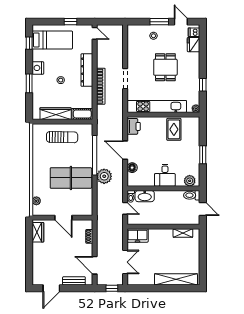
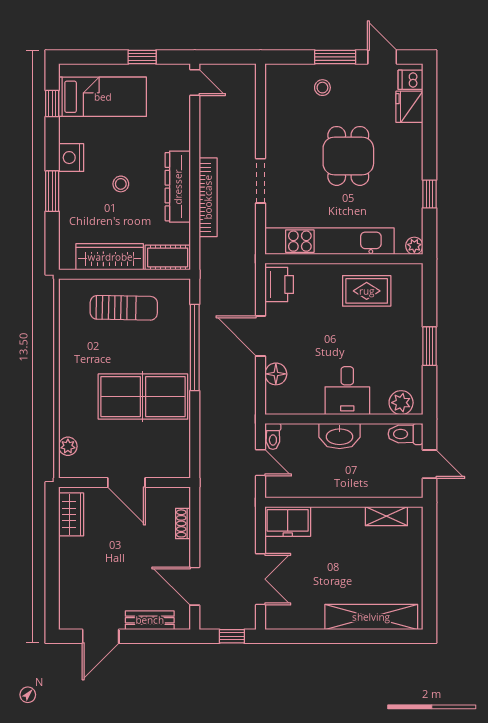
dresser: (87, 70) -> (178, 187), moved
rug: (174, 129) -> (367, 291), turned 90
plant: (104, 176) -> (215, 393), removed
washbasin: (145, 196) -> (340, 436), moved

